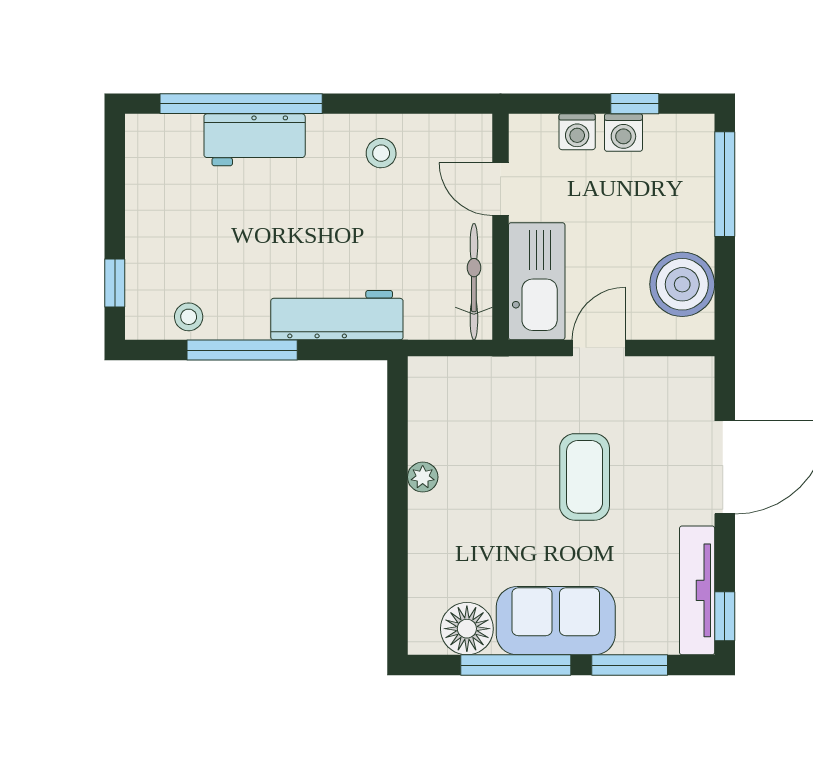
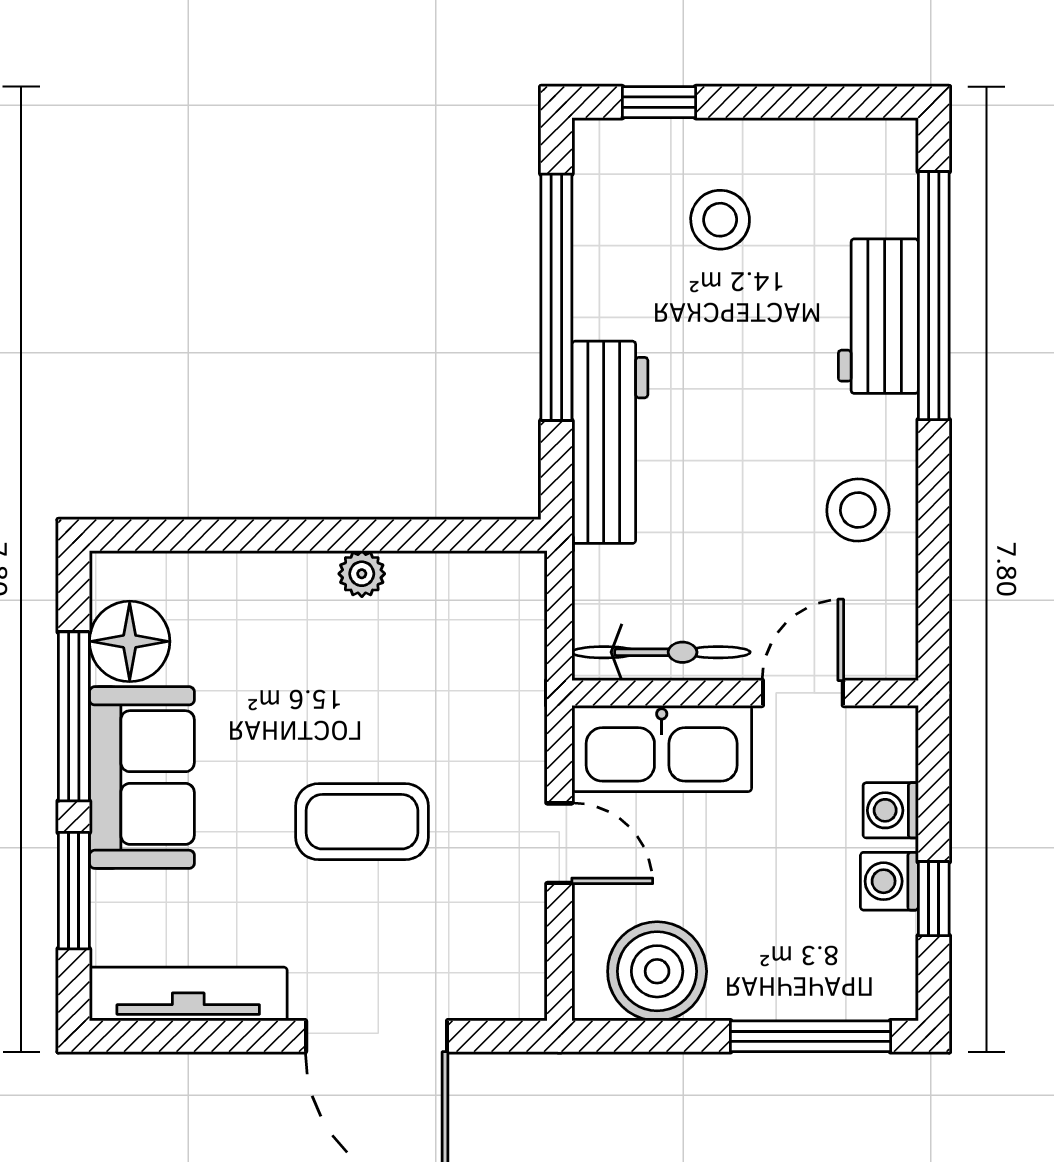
stool: (381, 153) -> (858, 510), width x1.37, depth x1.37
stool: (189, 317) -> (720, 220), moved, width x1.37, depth x1.37
window: (242, 350) -> (556, 297), width x1.46
window: (725, 616) -> (149, 1036), removed

